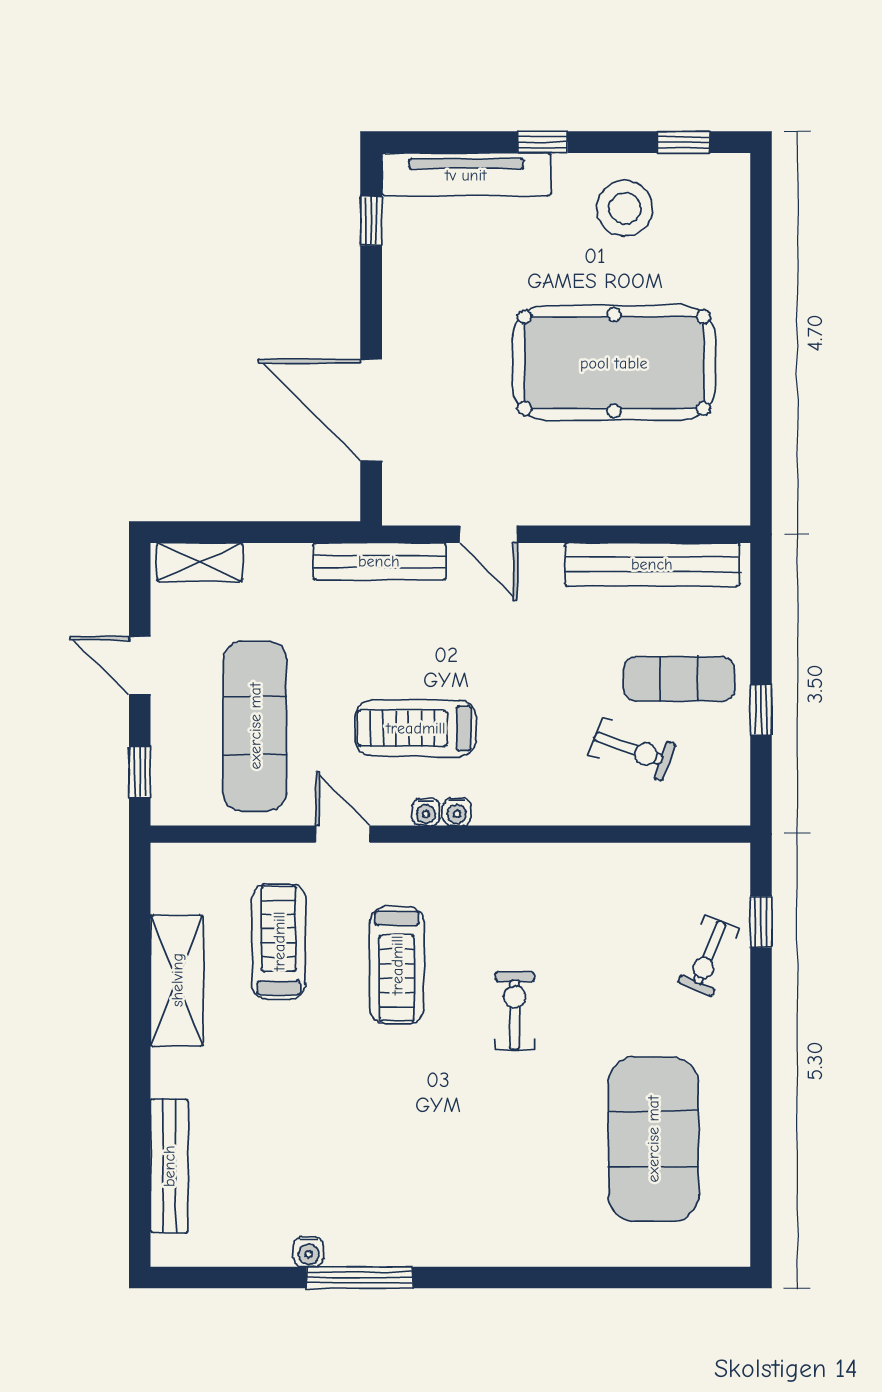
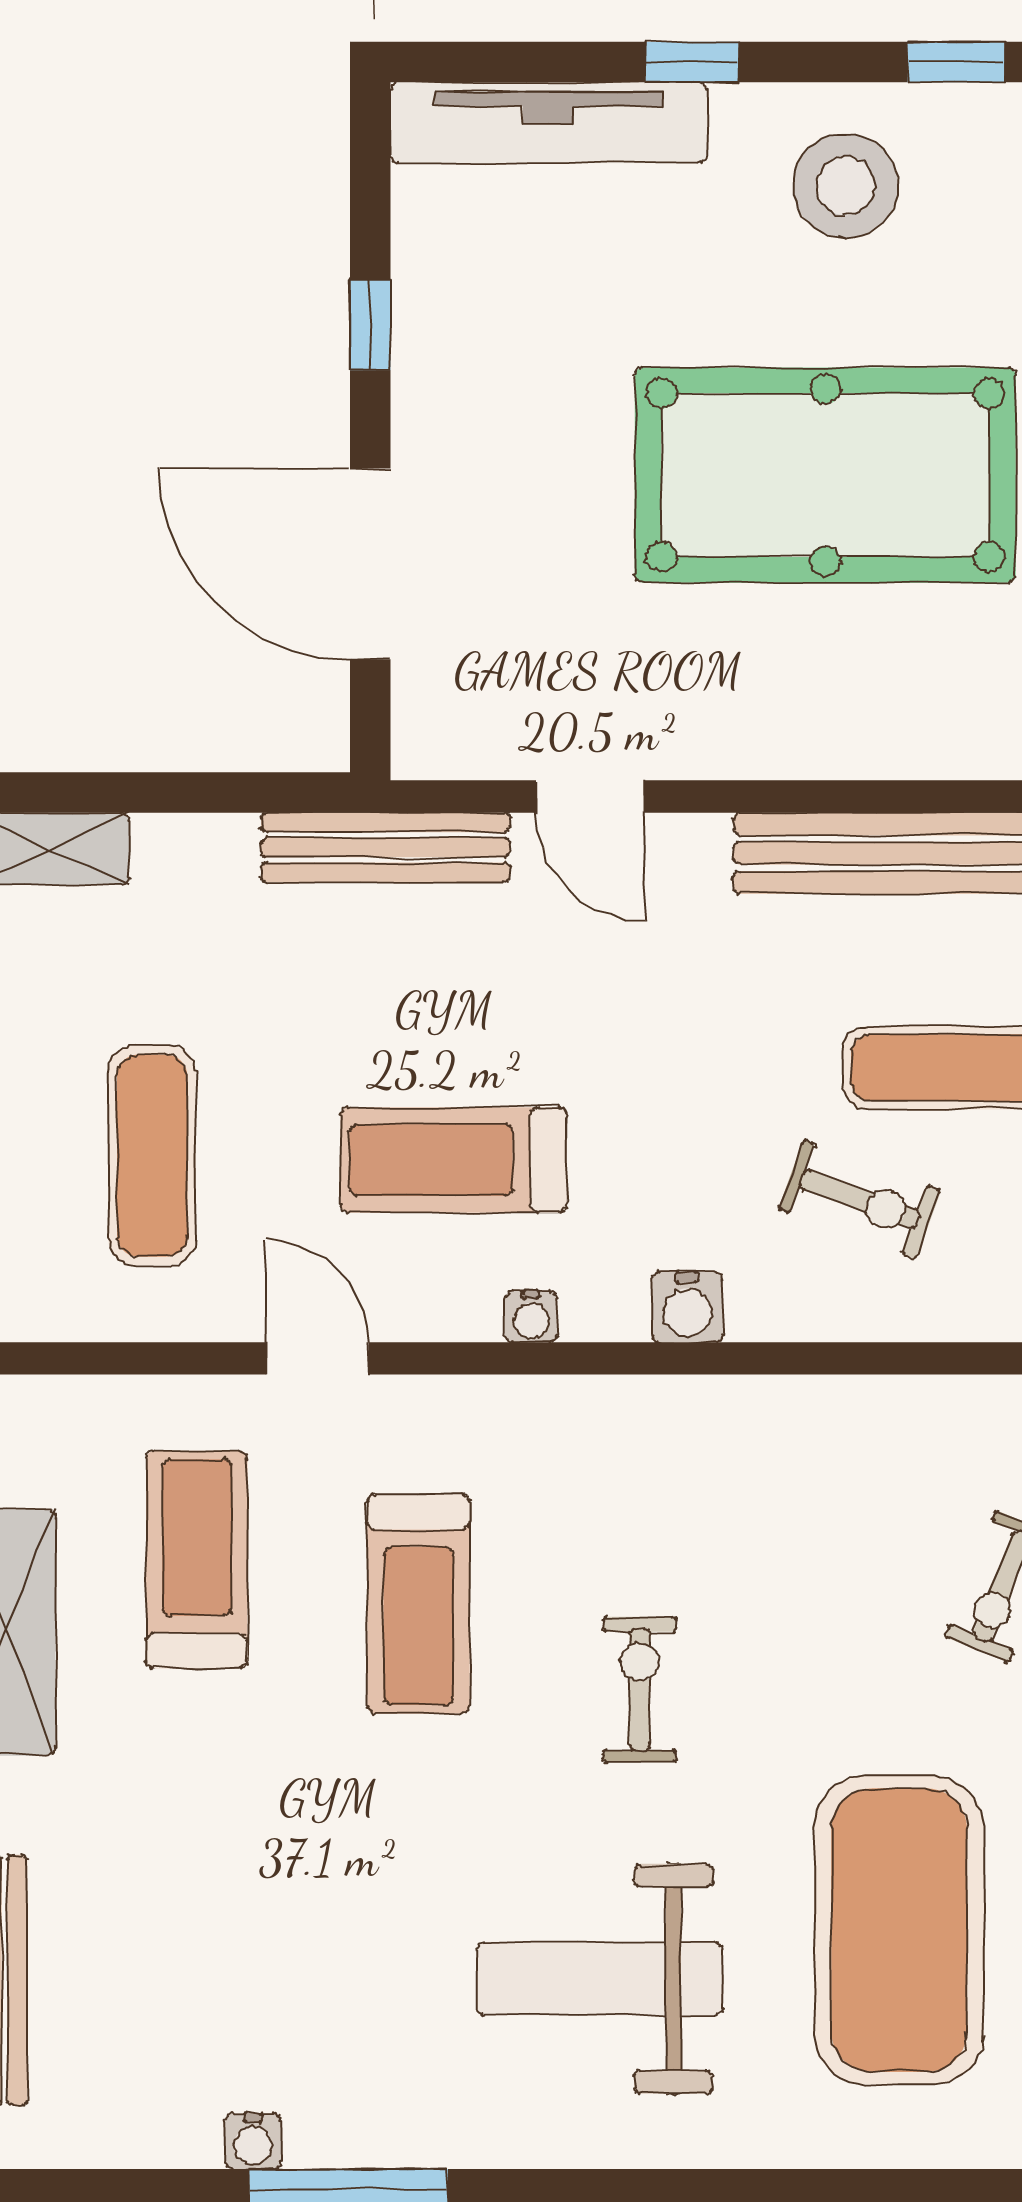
window: (371, 221) -> (370, 325), moved
exercise mat: (255, 726) -> (152, 1156), width x0.73, depth x0.69
water cooler: (426, 812) -> (687, 1307), moved, width x1.38, depth x1.38
weight bench: (494, 1165) -> (600, 1979), added

